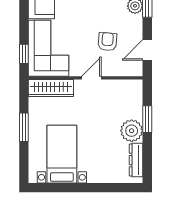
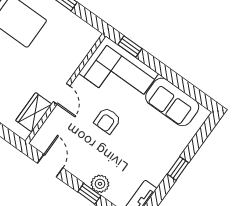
armchair: (107, 42) -> (107, 121), moved, turned 85
wardrobe: (51, 88) -> (34, 112), moved, width x0.67

